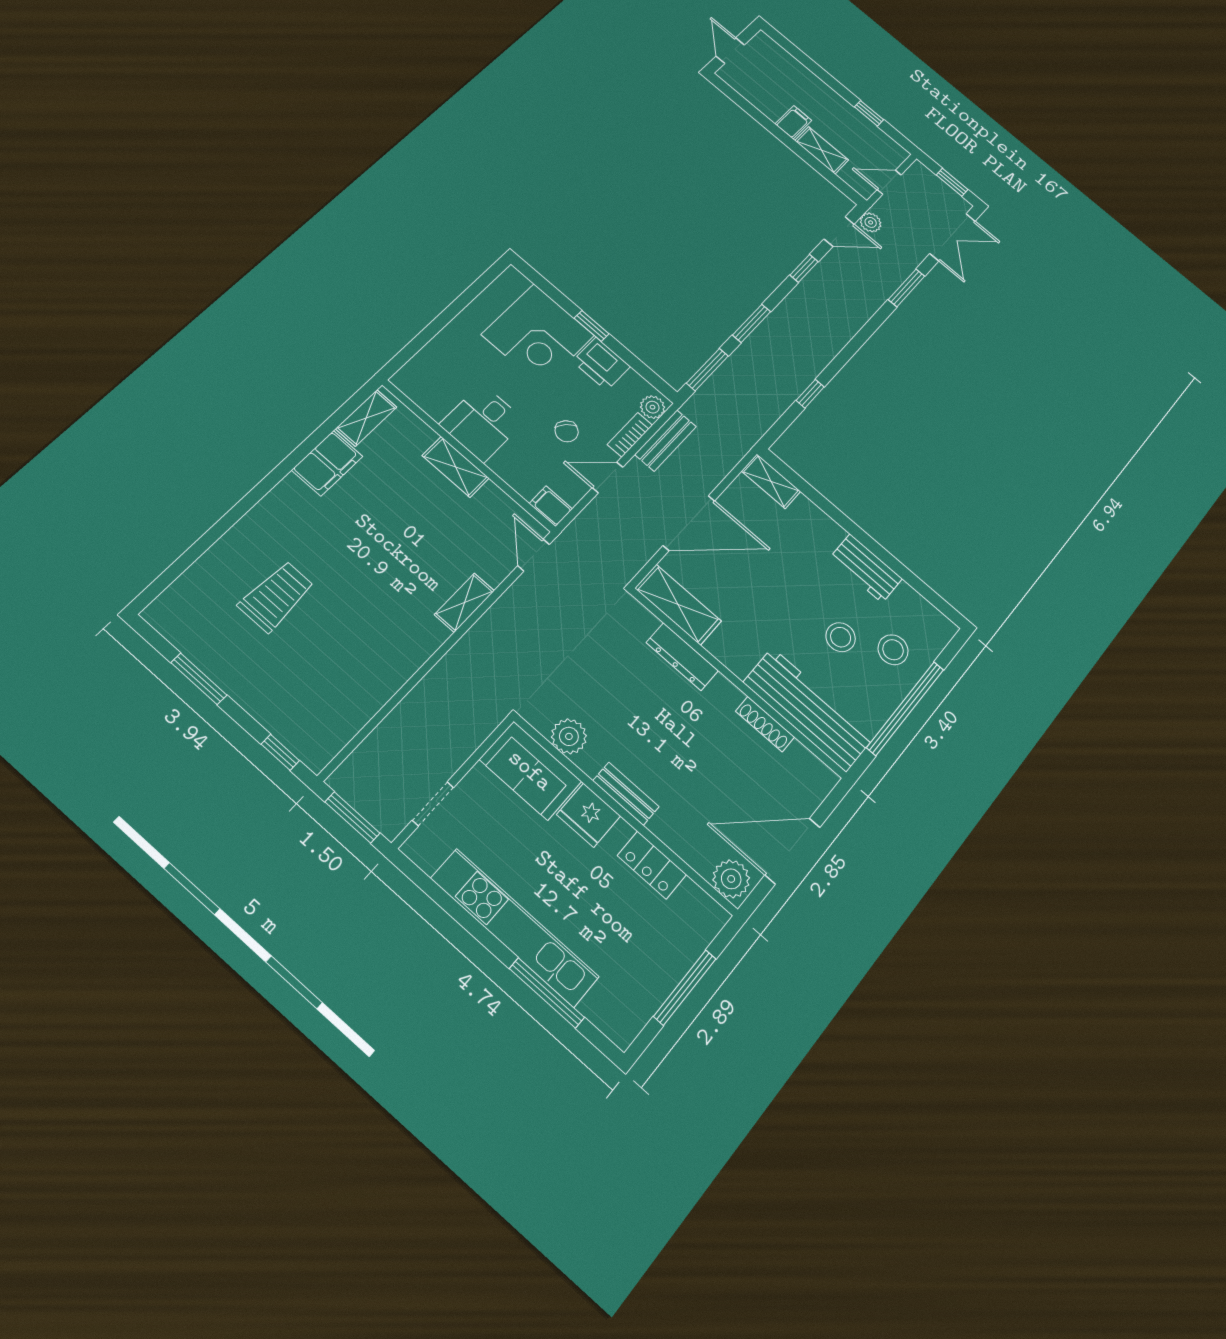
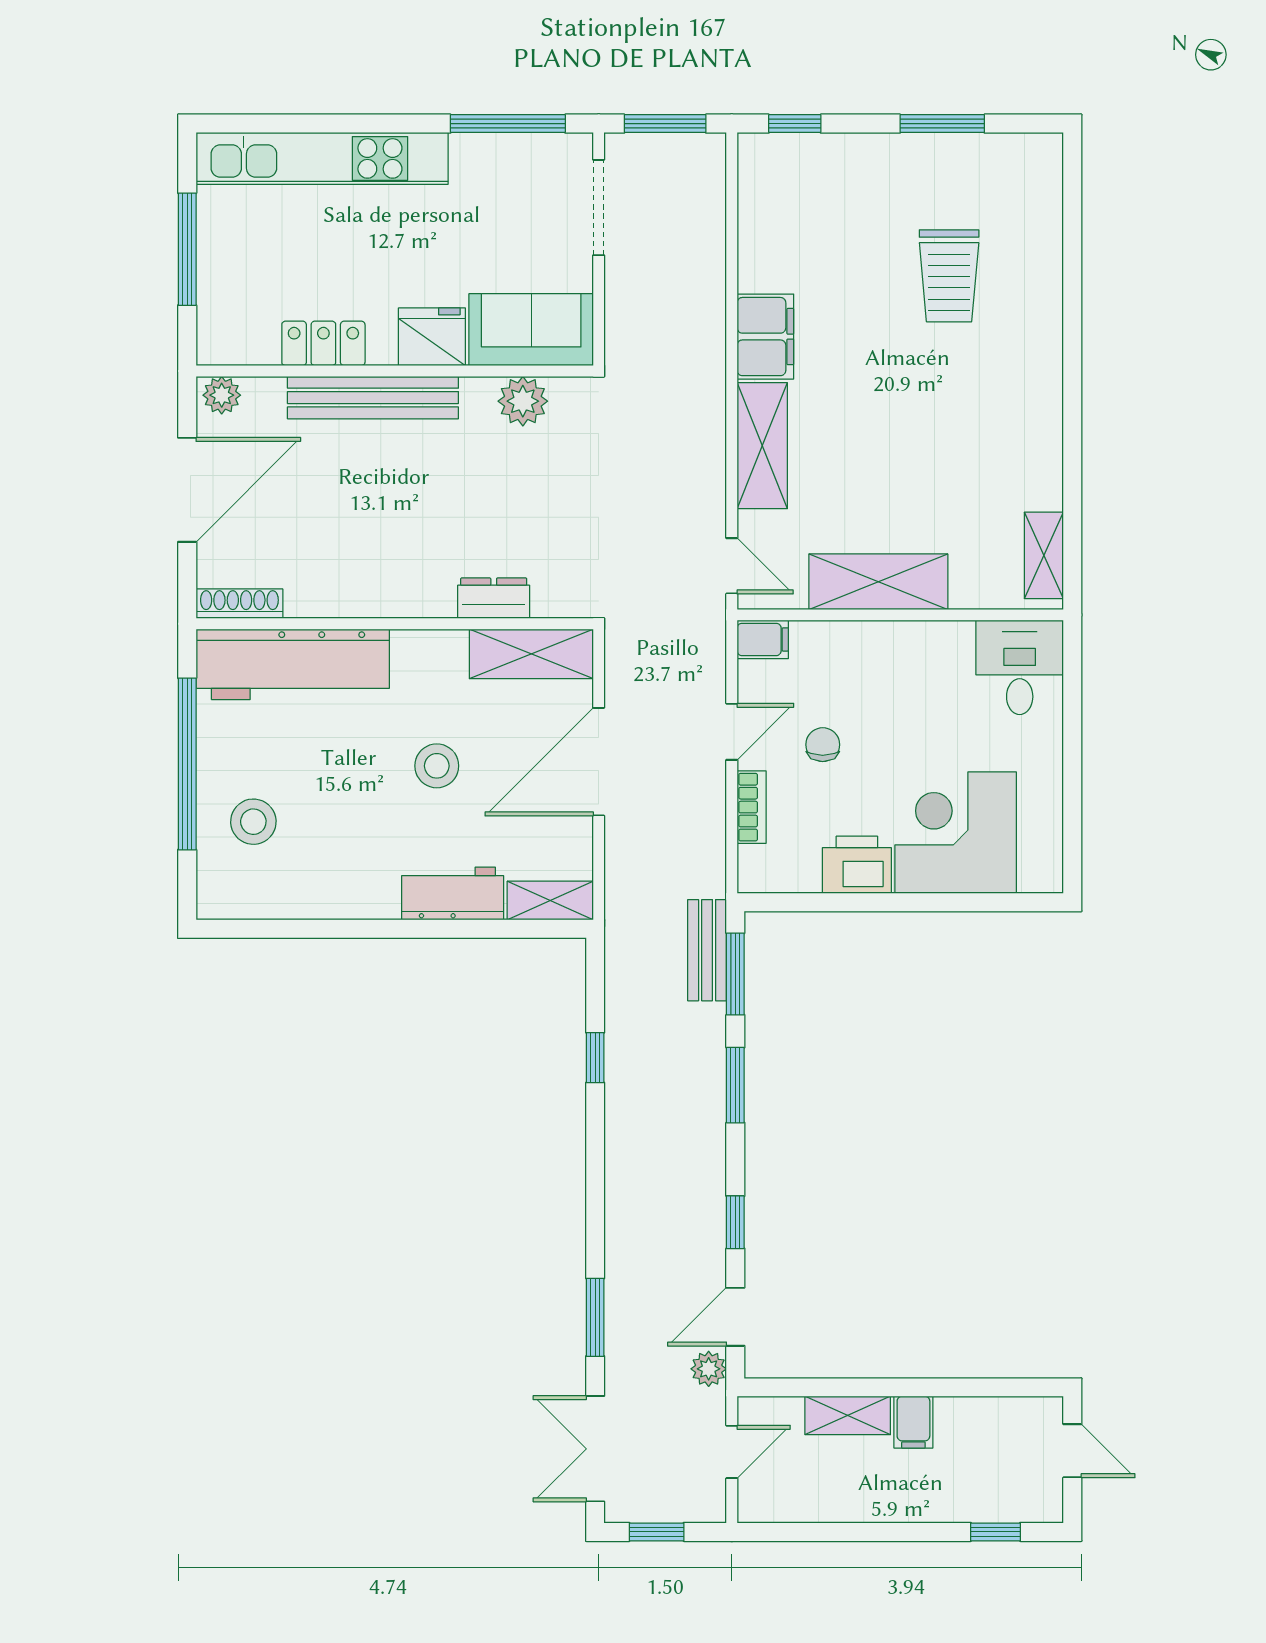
window: (869, 113) -> (995, 1532), moved
window: (592, 326) -> (908, 902), removed
plant: (653, 407) -> (756, 866), removed
desk: (482, 423) -> (1020, 667), moved
chair: (567, 431) -> (823, 745), turned 49
bench: (666, 441) -> (707, 950), moved
filing cabinet: (327, 463) -> (765, 337), moved, turned 180
shelving: (456, 467) -> (878, 582), width x1.50, depth x1.33
workbench: (866, 568) -> (453, 894), moved
shelving: (464, 603) -> (762, 446), width x1.50, depth x1.33
stool: (841, 637) -> (437, 766), moved
dresser: (682, 657) -> (494, 598), width x0.70
shoe rack: (765, 724) -> (239, 604), moved
bench: (626, 794) -> (373, 398), width x1.86, depth x1.21
doorway: (433, 804) -> (599, 208), width x1.38
plant: (731, 879) -> (222, 395), width x0.73, depth x0.73
kitchen unit: (515, 927) -> (322, 158), moved
window: (547, 993) -> (508, 124), moved

